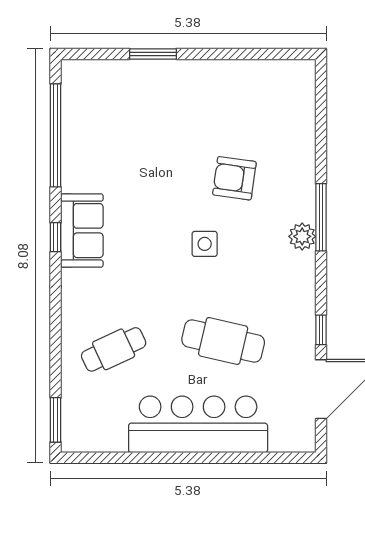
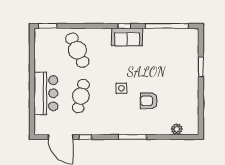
armchair: (234, 178) -> (149, 101), turned -98
plant: (302, 236) -> (177, 129), moved
cafe table: (114, 349) -> (77, 50), width x1.37, depth x1.35
bar counter: (198, 424) -> (46, 93), width x0.73

